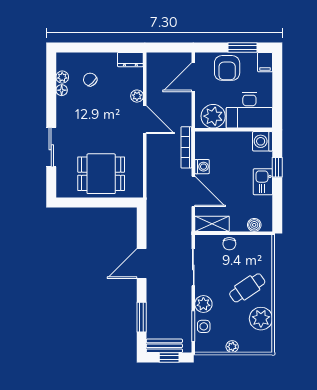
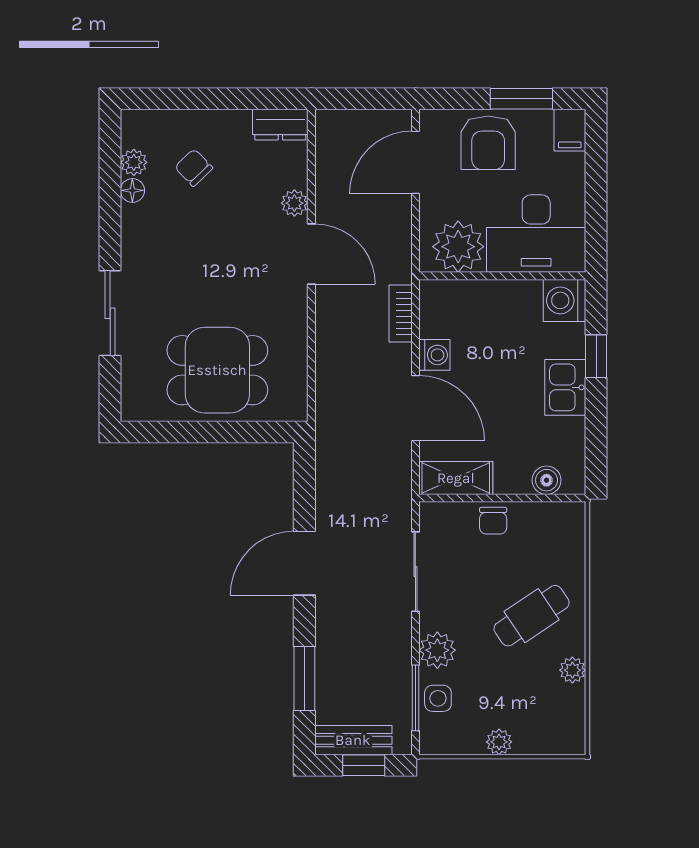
bookcase: (186, 147) -> (401, 314), width x0.64
plant: (261, 319) -> (572, 670), width x0.53, depth x0.53

